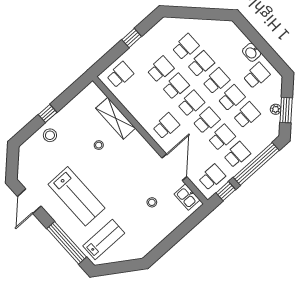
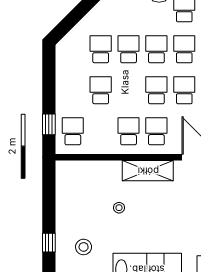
window: (132, 38) -> (49, 124), moved
school desk: (176, 86) -> (129, 131), moved
window: (48, 113) -> (49, 243), moved
shelving: (116, 118) -> (148, 171), moved
stool: (50, 135) -> (84, 247), moved

